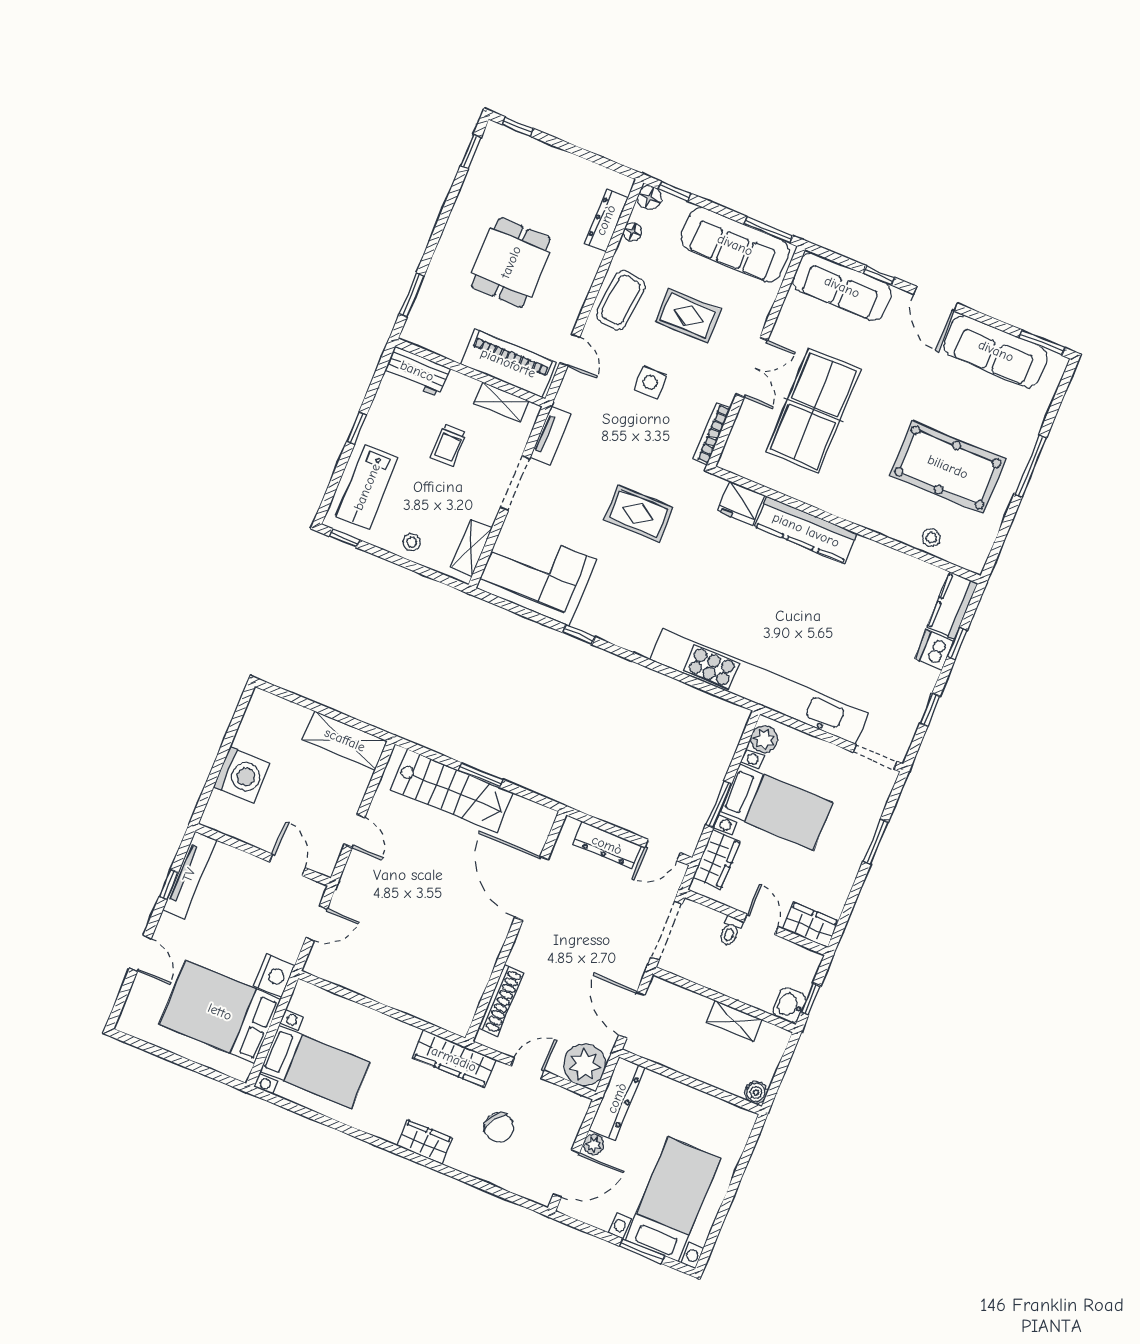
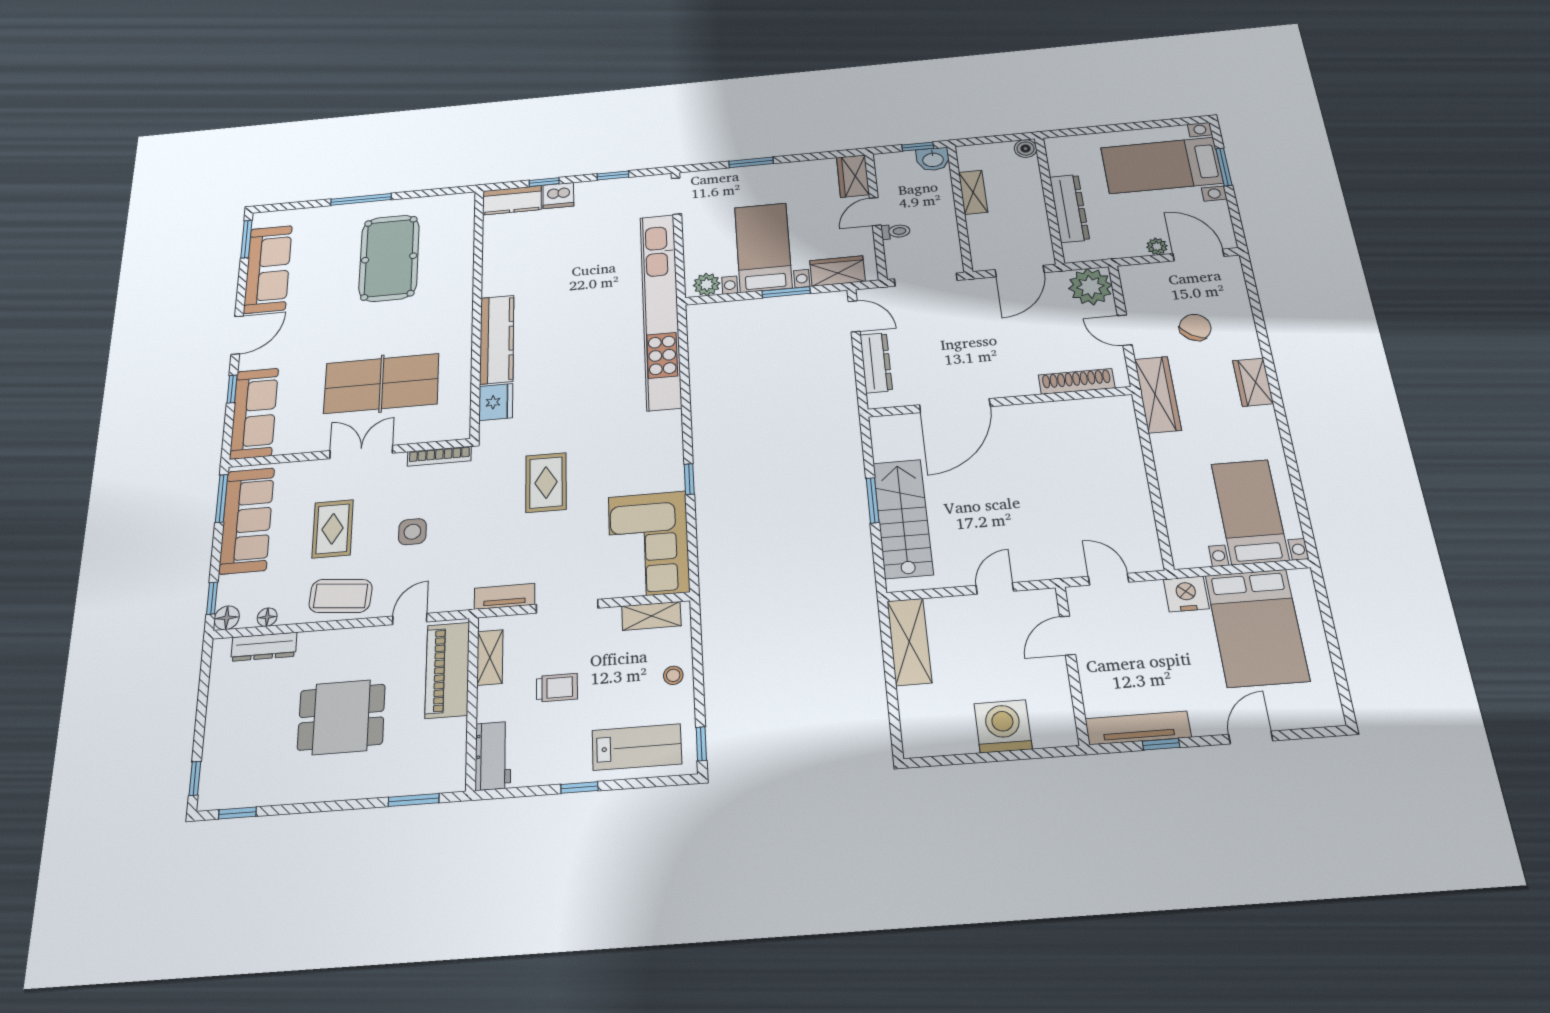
stool: (931, 538) -> (458, 242), removed
dresser: (617, 1098) -> (1069, 208), moved, turned 90

